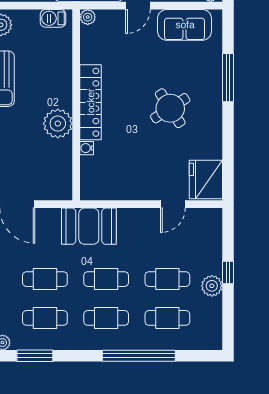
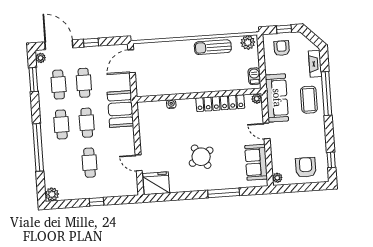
locker: (91, 102) -> (220, 103), moved
plant: (58, 124) -> (186, 84), removed
plant: (212, 286) -> (52, 194), moved
cafe table: (167, 318) -> (64, 164), removed

